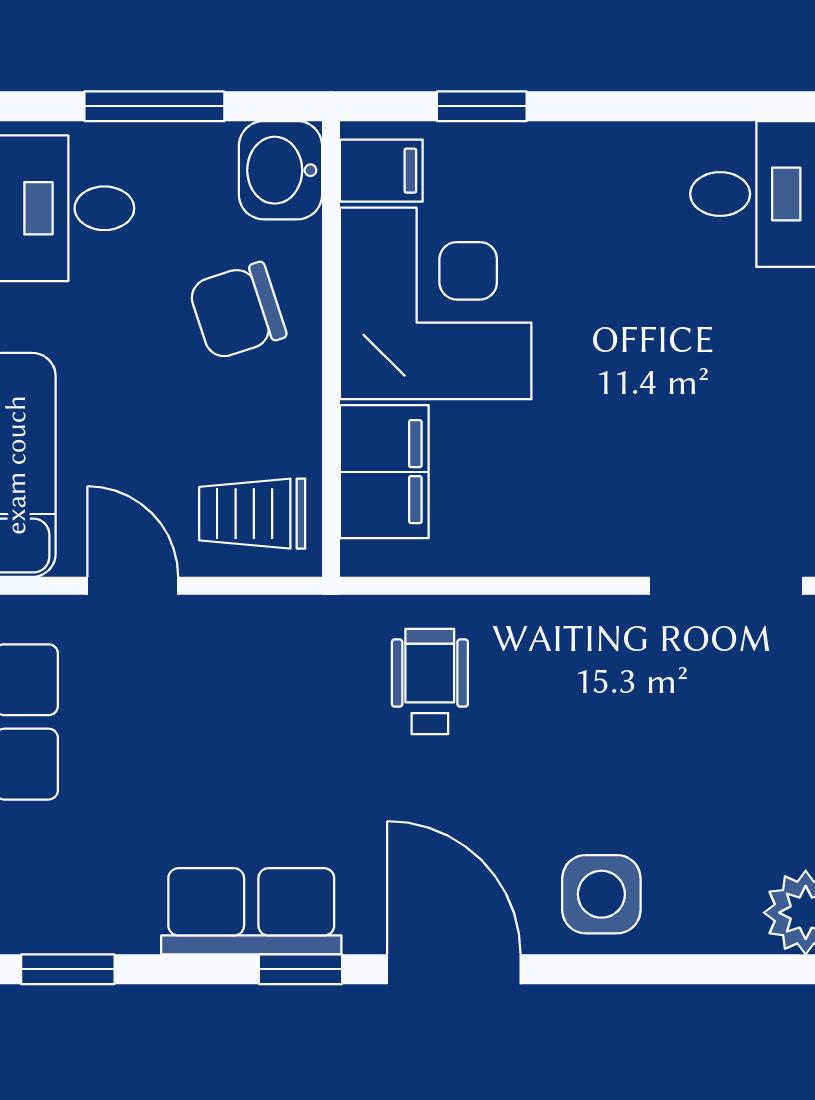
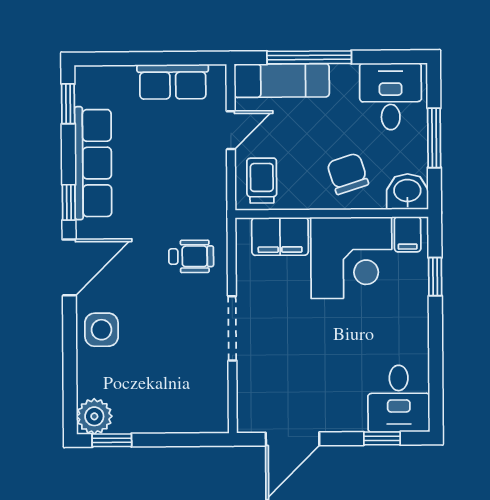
doorway: (726, 586) -> (232, 328), moved
row of seats: (251, 911) -> (93, 163), width x1.48

